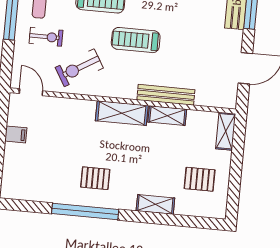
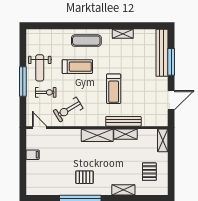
treadmill: (136, 40) -> (114, 89), moved, turned -90
pallet: (200, 179) -> (149, 172), turned 90

